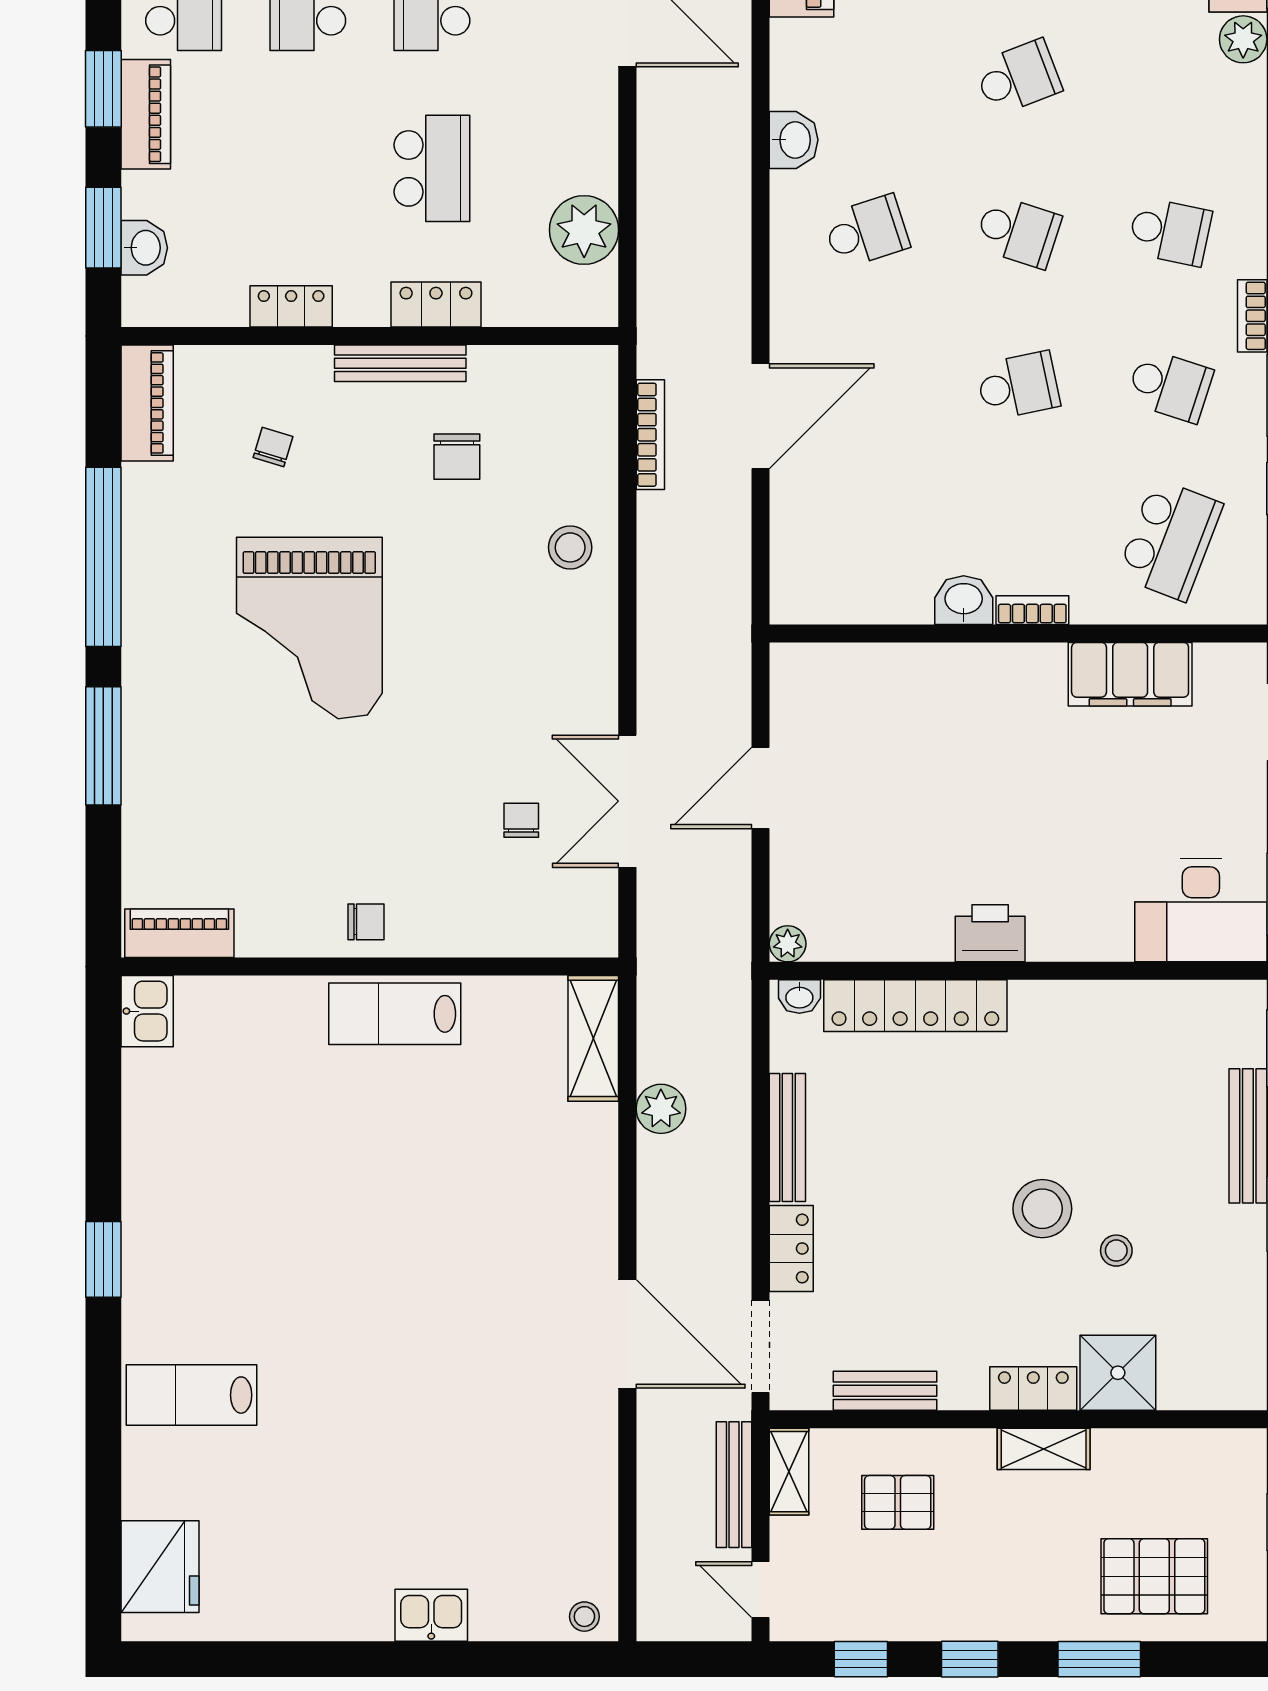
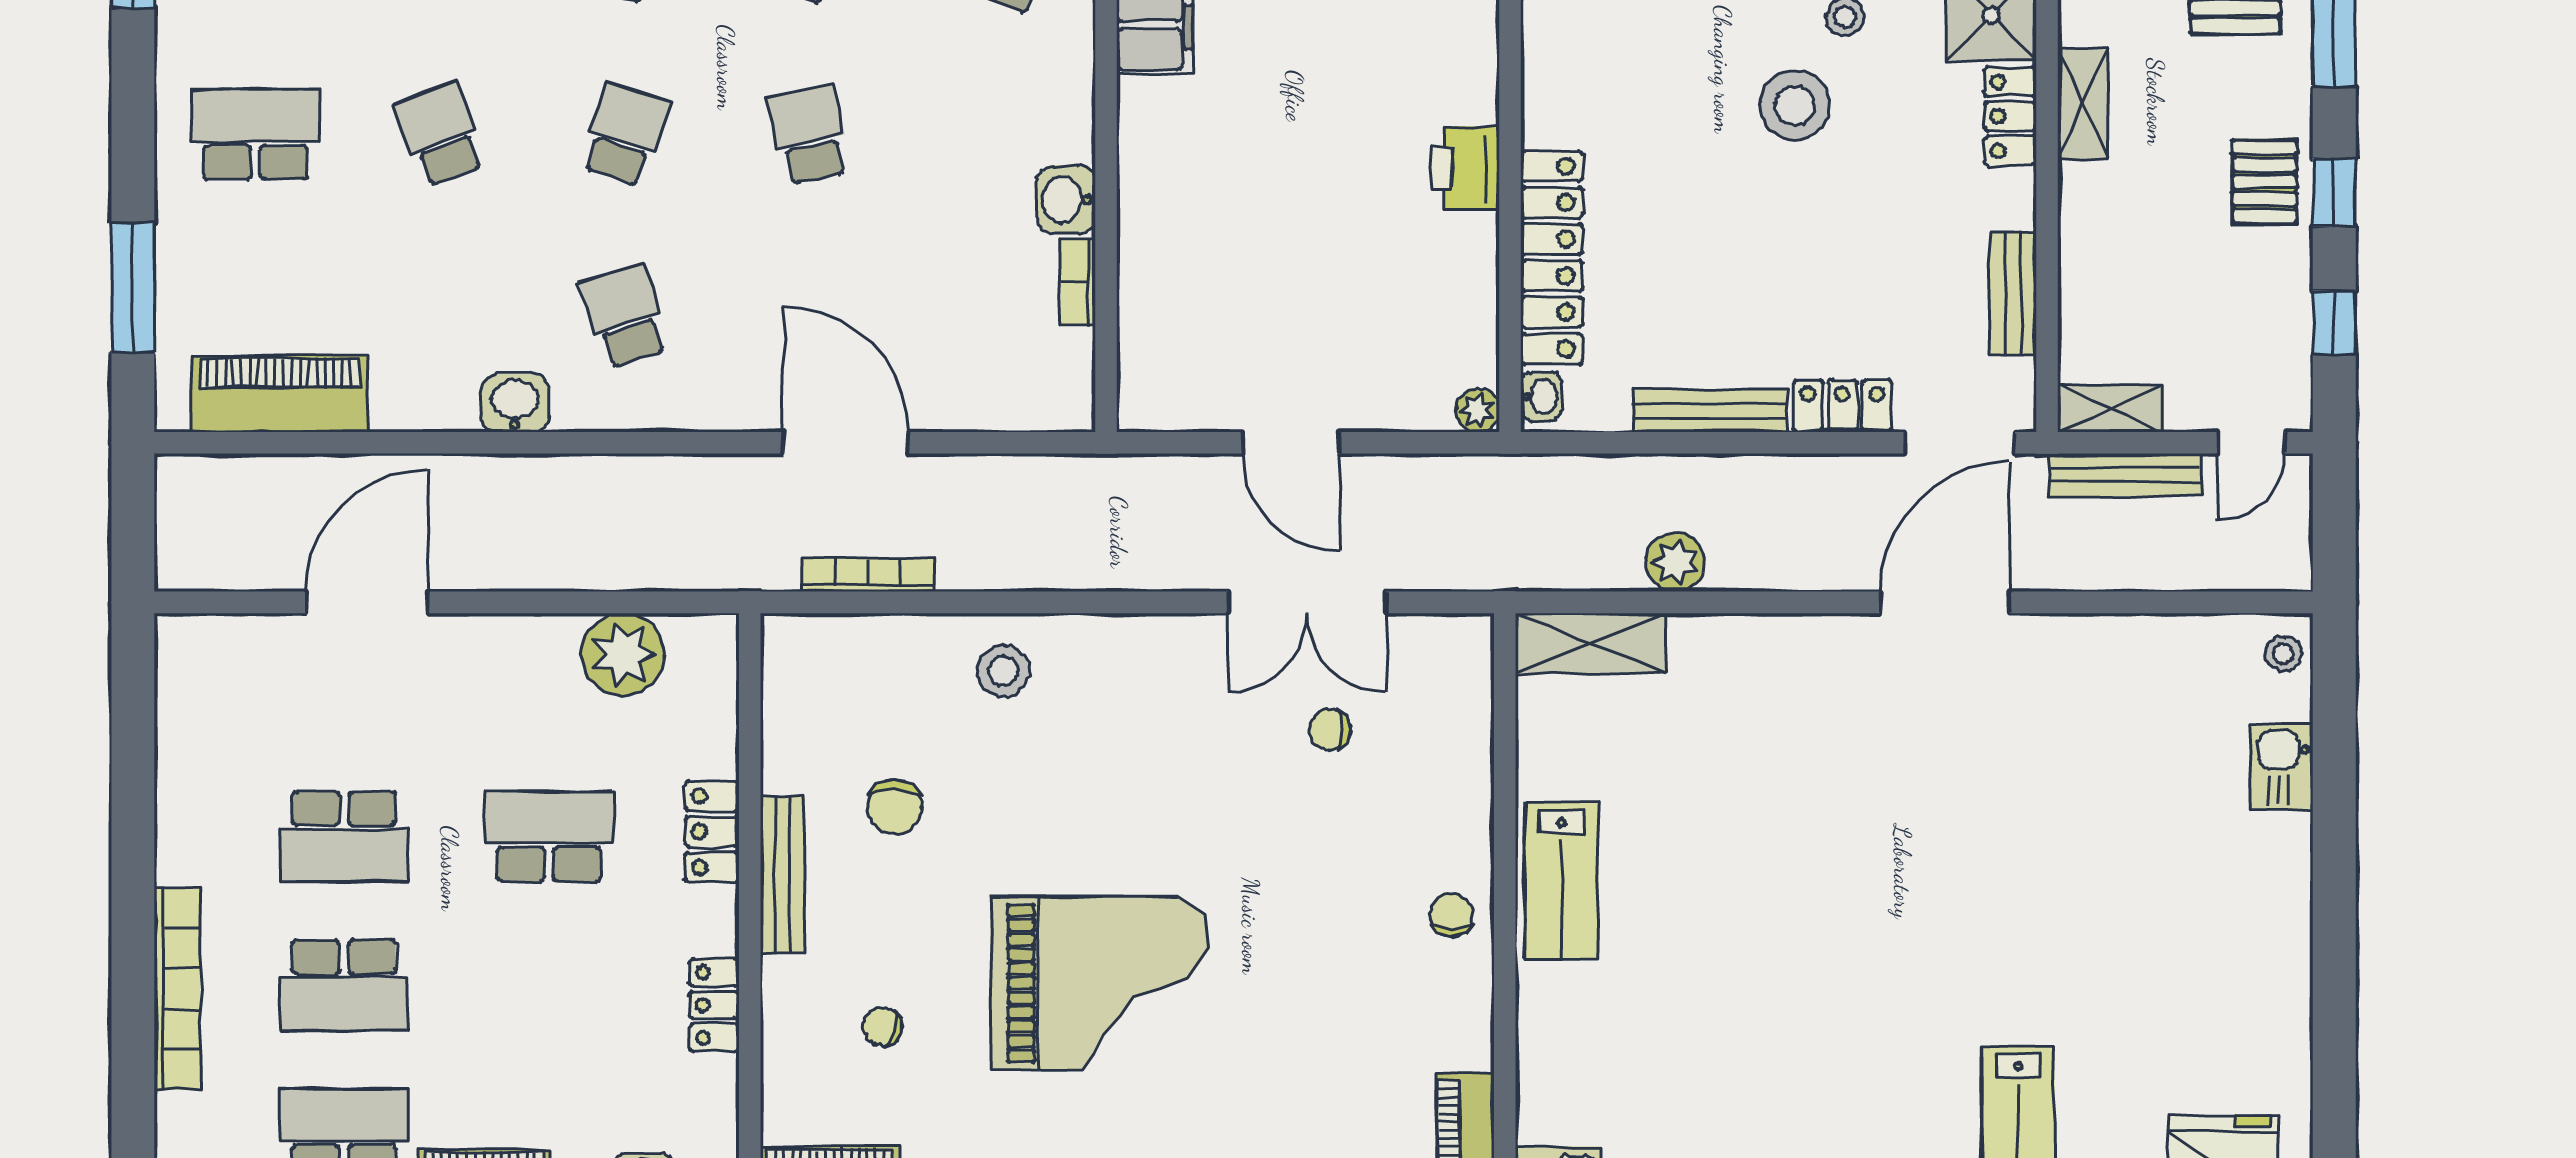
chair: (457, 457) -> (894, 807), turned 90
bookcase: (1032, 610) -> (1078, 282), moved
pallet: (898, 1502) -> (2264, 182), moved
kitchen sink: (431, 1615) -> (2282, 767), moved

